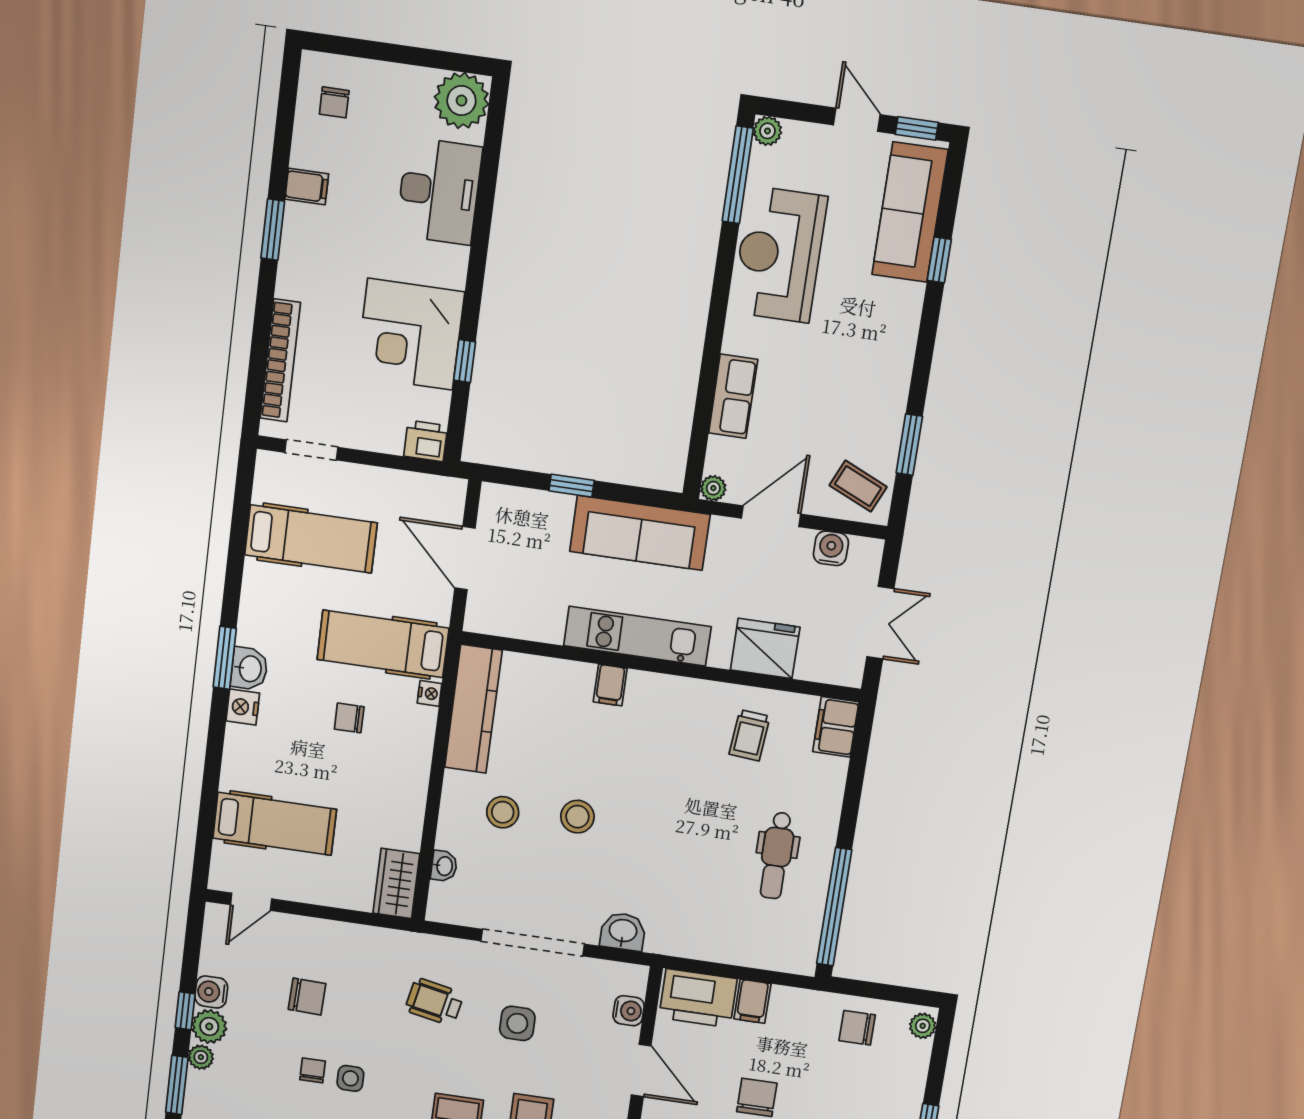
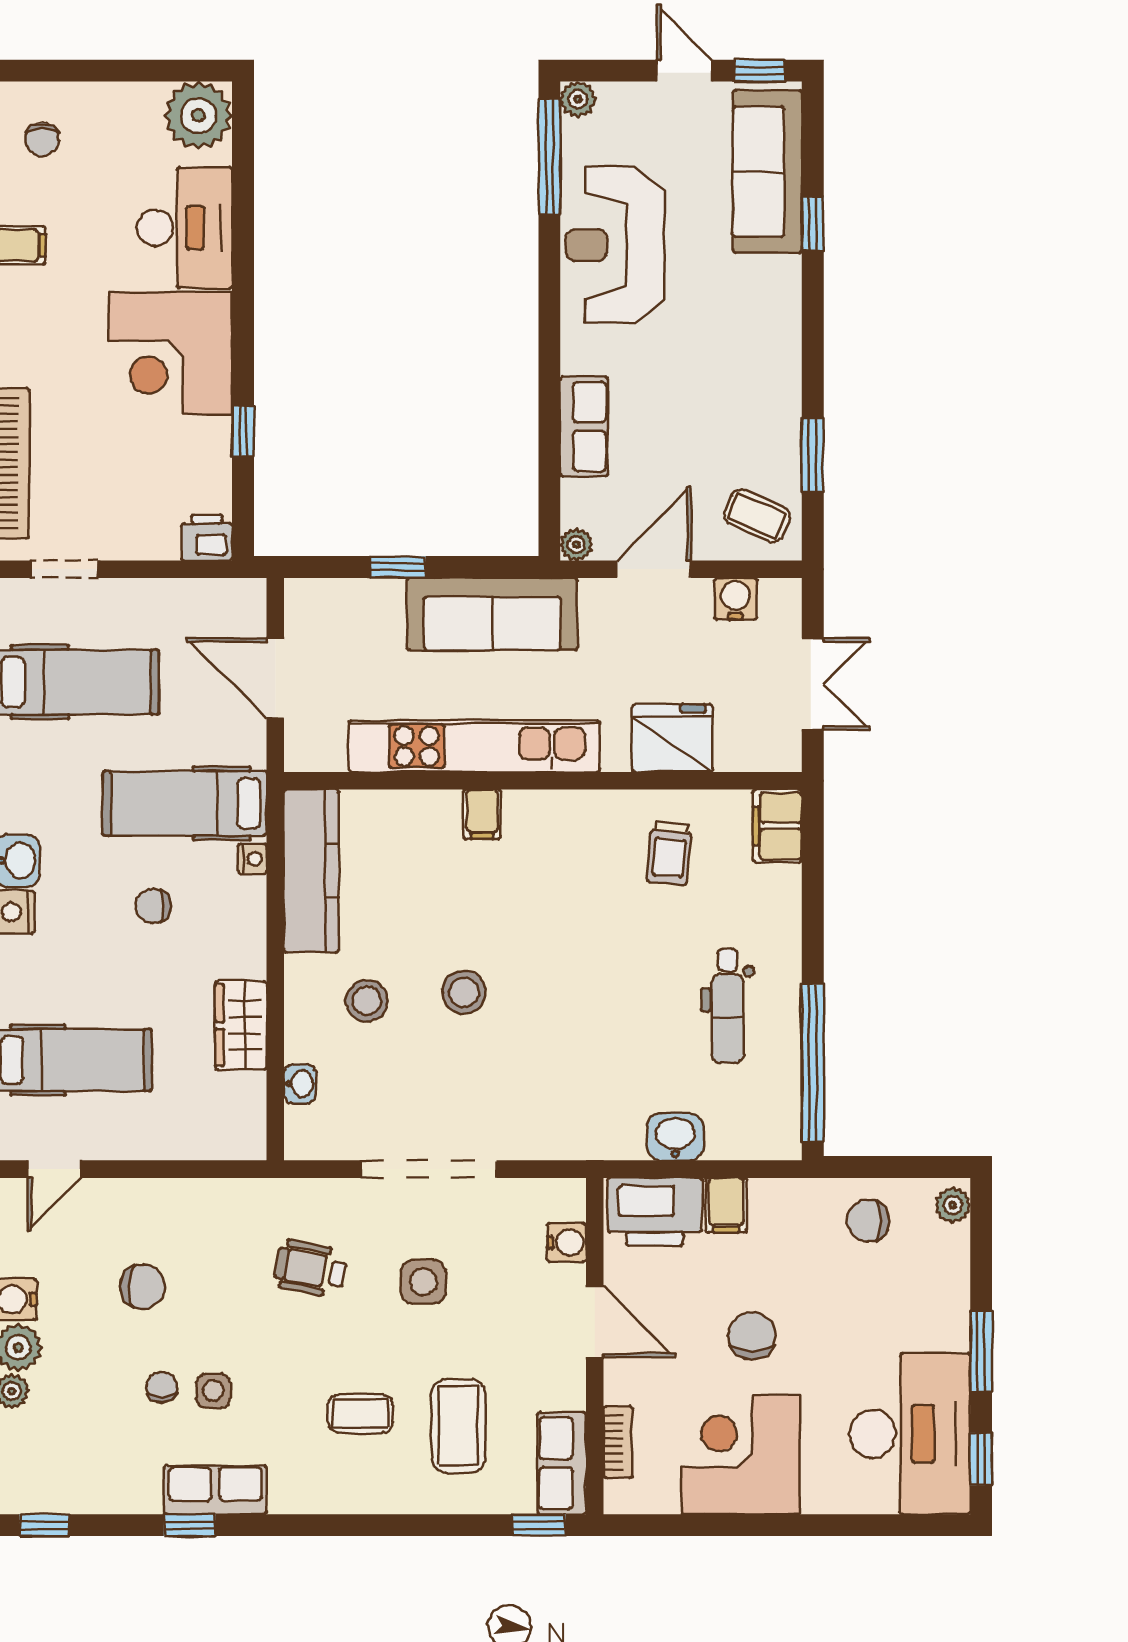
corner desk: (410, 334) -> (171, 353), moved
kitchen unit: (637, 636) -> (474, 746), width x1.36
wardrobe: (396, 883) -> (241, 1025), moved
washbasin: (623, 932) -> (675, 1137), moved

